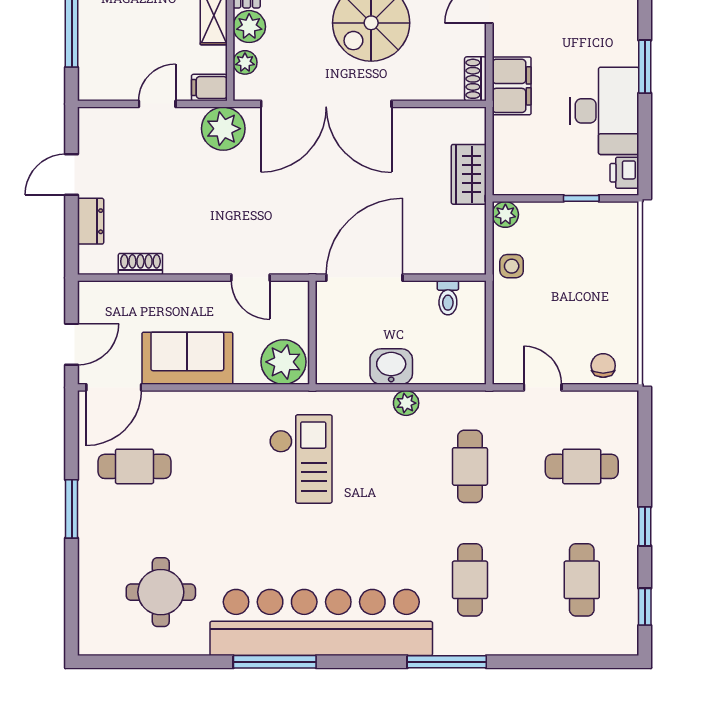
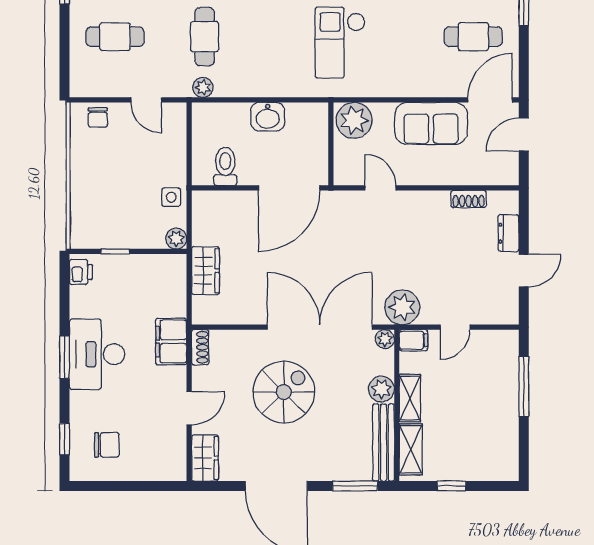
plant: (245, 62) -> (385, 339), moved
desk: (604, 111) -> (97, 354), moved
toilet: (448, 298) -> (225, 166), width x1.37, depth x1.39
plant: (406, 403) -> (203, 87), moved

